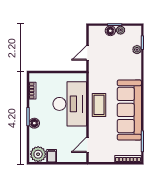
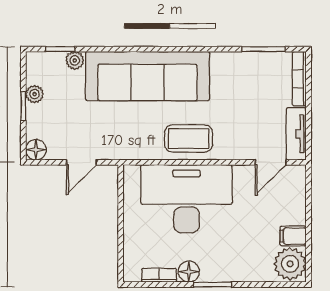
floor lamp: (110, 31) -> (36, 150), moved
door: (87, 53) -> (81, 162), hinge flipped
sofa: (129, 110) -> (147, 76), moved
floor lamp: (34, 123) -> (189, 272), moved
door: (87, 145) -> (271, 162), hinge flipped
tv unit: (101, 157) -> (296, 134), added

